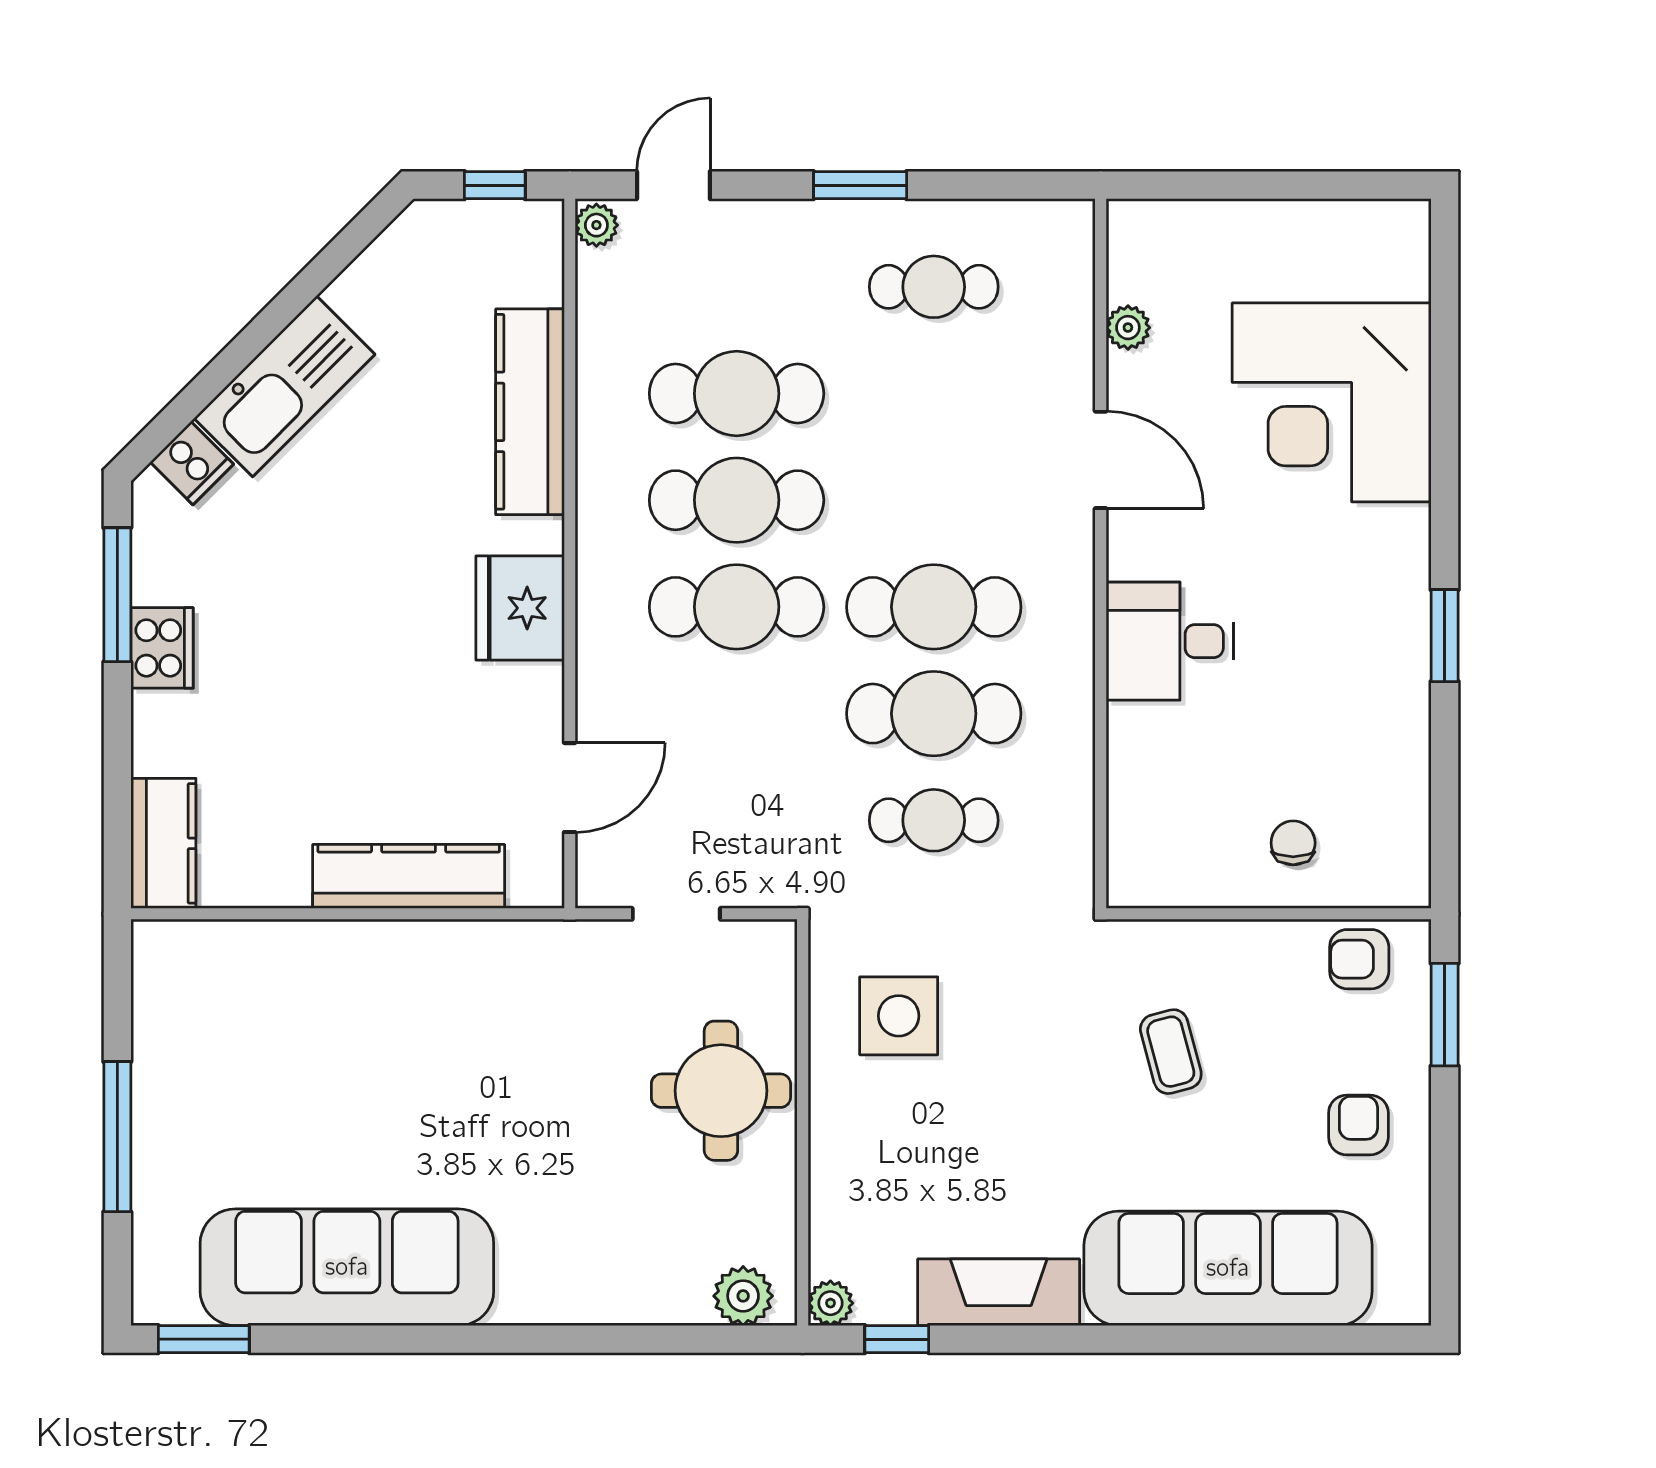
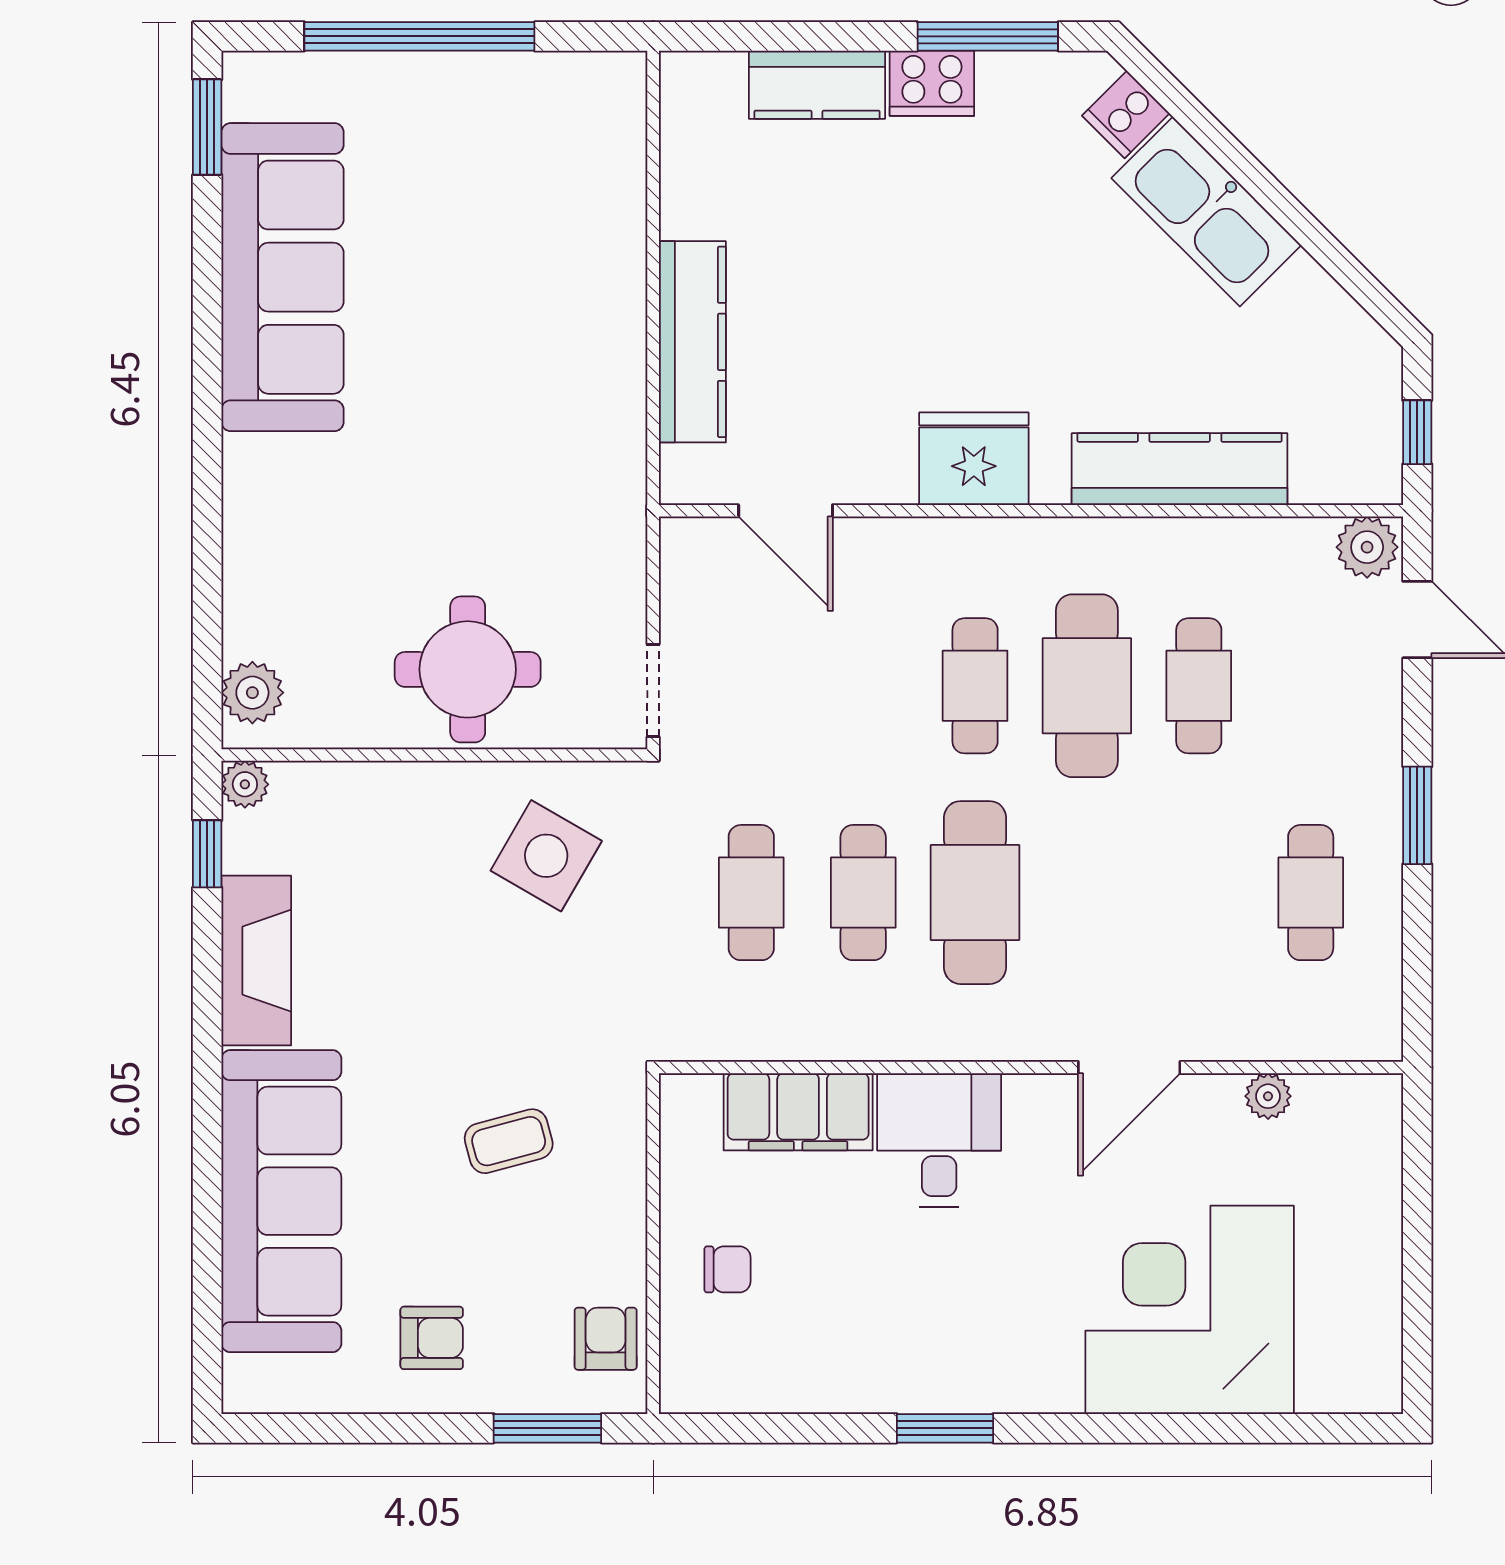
plant: (596, 225) -> (1367, 547), width x1.38, depth x1.38
cafe table: (737, 394) -> (1199, 686), width x0.73, depth x0.74
cafe table: (737, 607) -> (975, 686), width x0.73, depth x0.74
cafe table: (934, 714) -> (863, 893), width x0.73, depth x0.74
filing cabinet: (1143, 776) -> (798, 1112), added
kitchen counter: (163, 843) -> (817, 85), moved
doorway: (676, 914) -> (653, 690), moved
side table: (899, 1016) -> (546, 856), turned 30
window: (117, 1137) -> (419, 36), width x1.46

